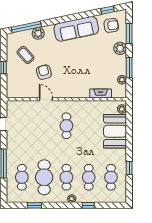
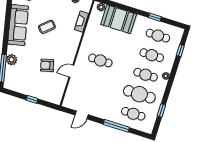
coffee table: (25, 55) -> (47, 27), moved
window: (88, 205) -> (180, 51), moved

